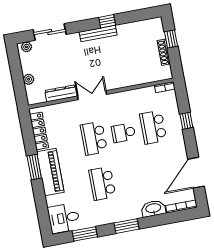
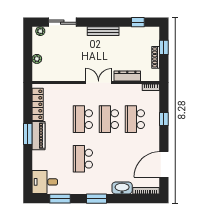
window: (107, 21) -> (138, 22), moved
dresser: (61, 93) -> (127, 76), moved
double door: (92, 95) -> (99, 82), moved
school desk: (124, 133) -> (109, 119), width x1.85
piano: (50, 172) -> (39, 136), width x0.73, depth x0.75

